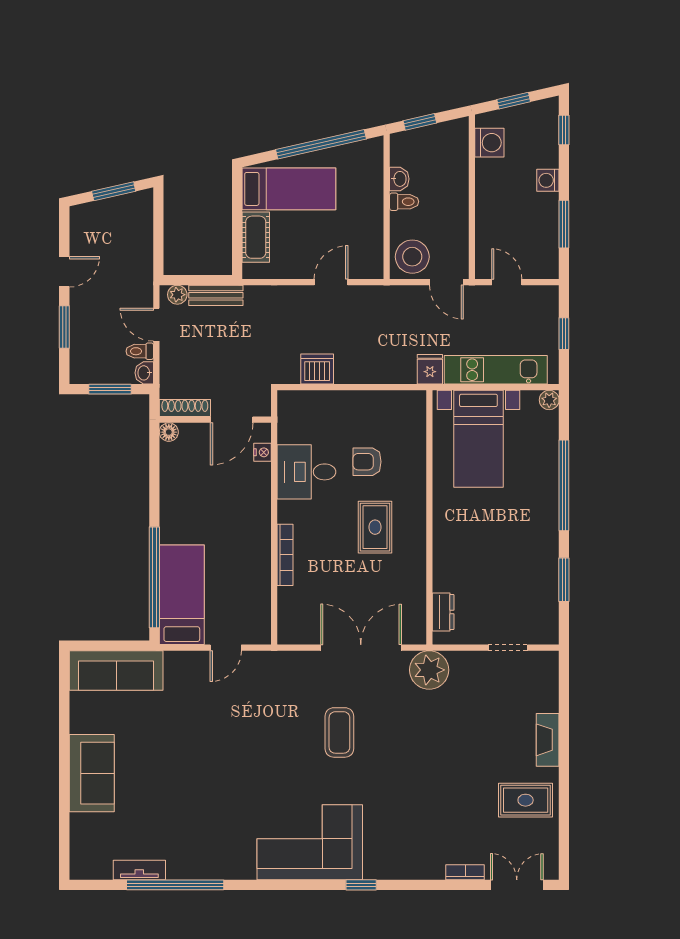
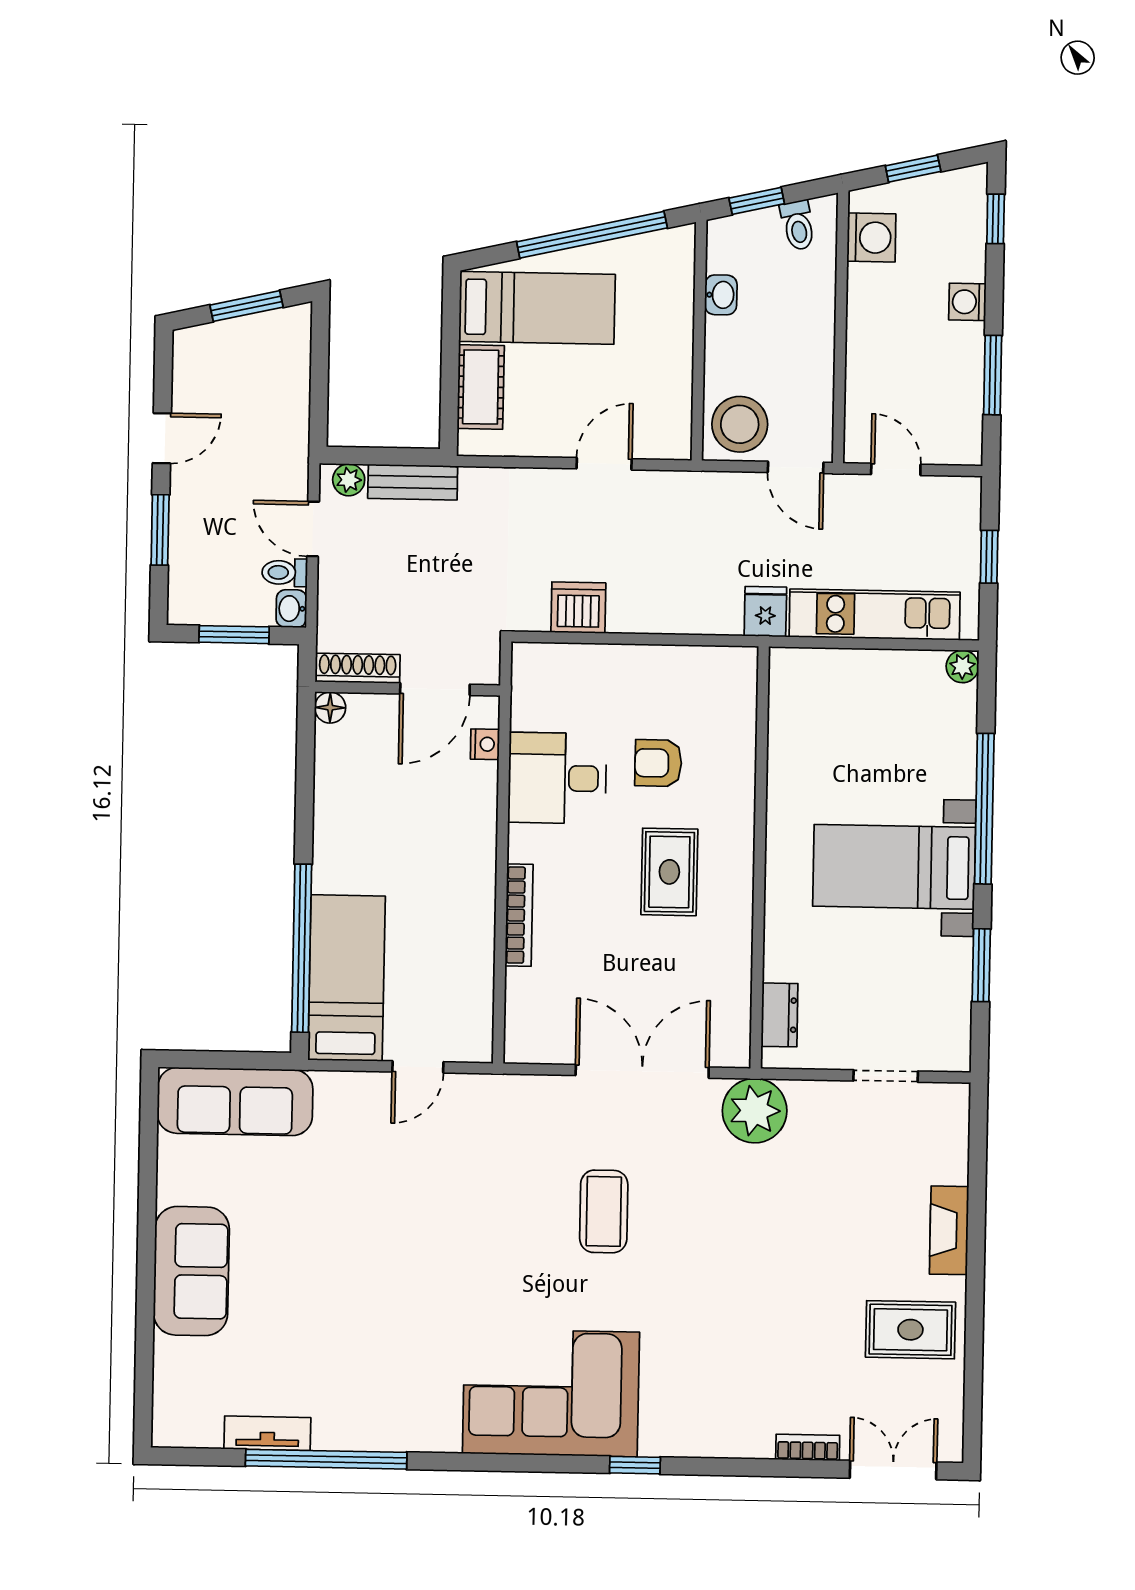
toilet: (404, 202) -> (798, 225), moved, turned 77
bed with nightstands: (478, 439) -> (894, 867), moved, turned 90

